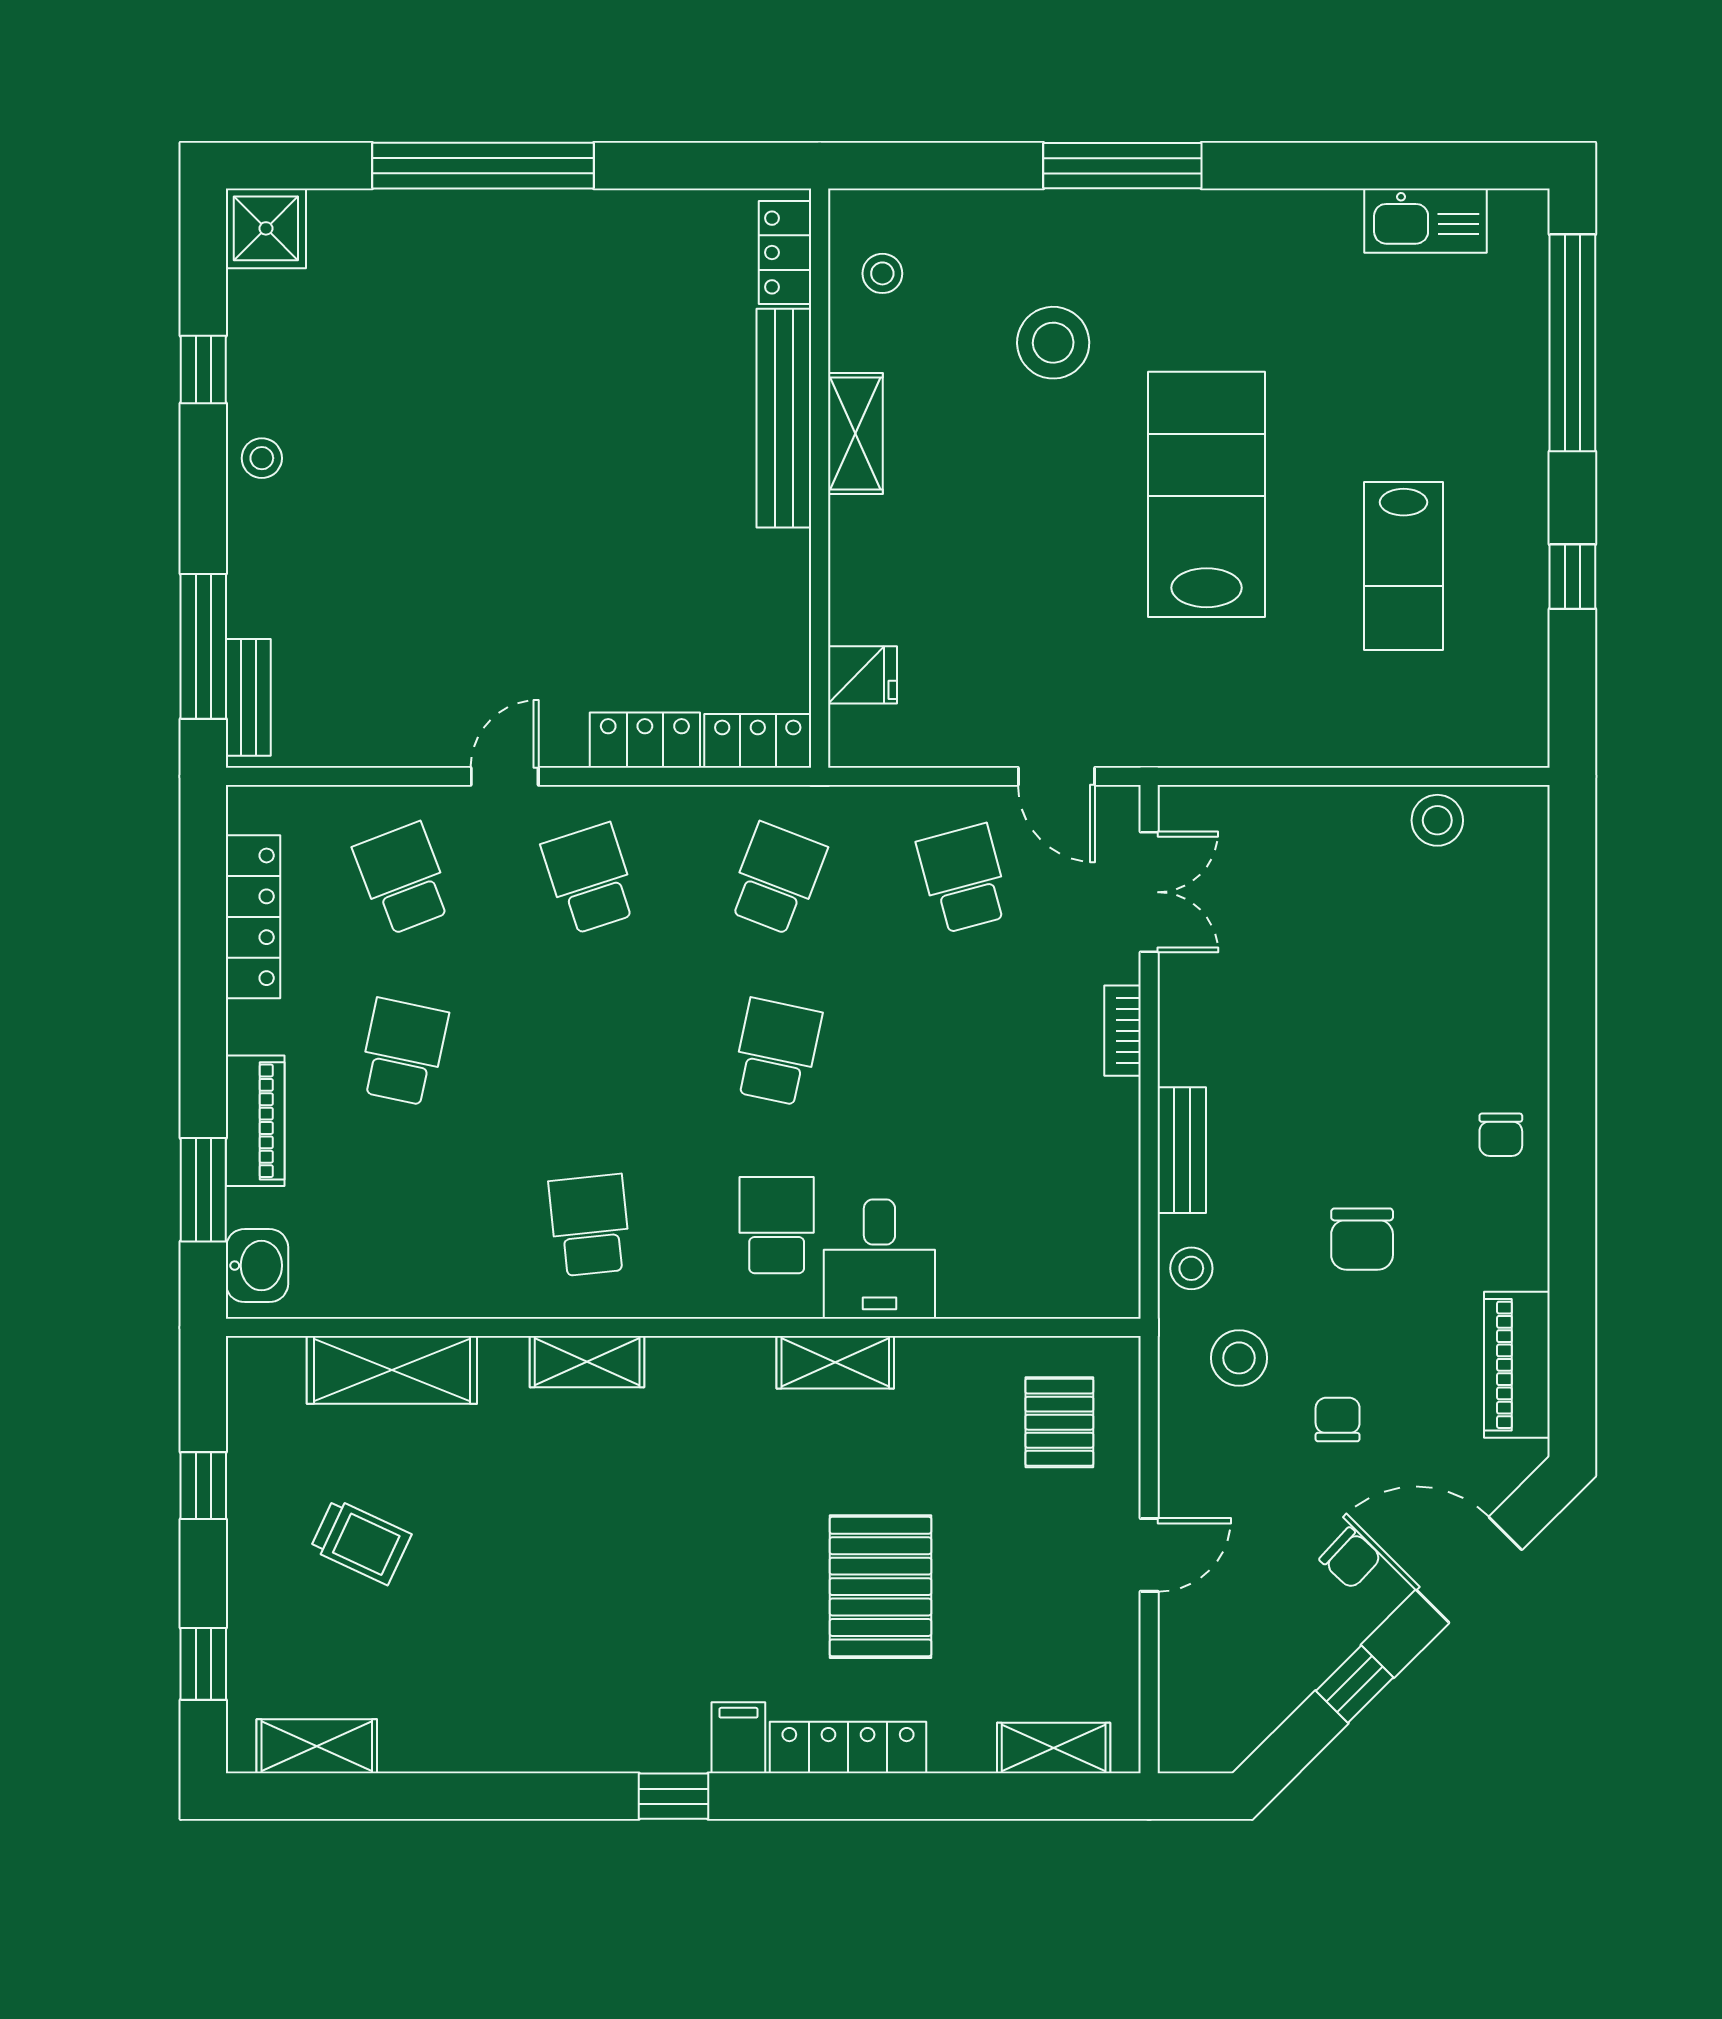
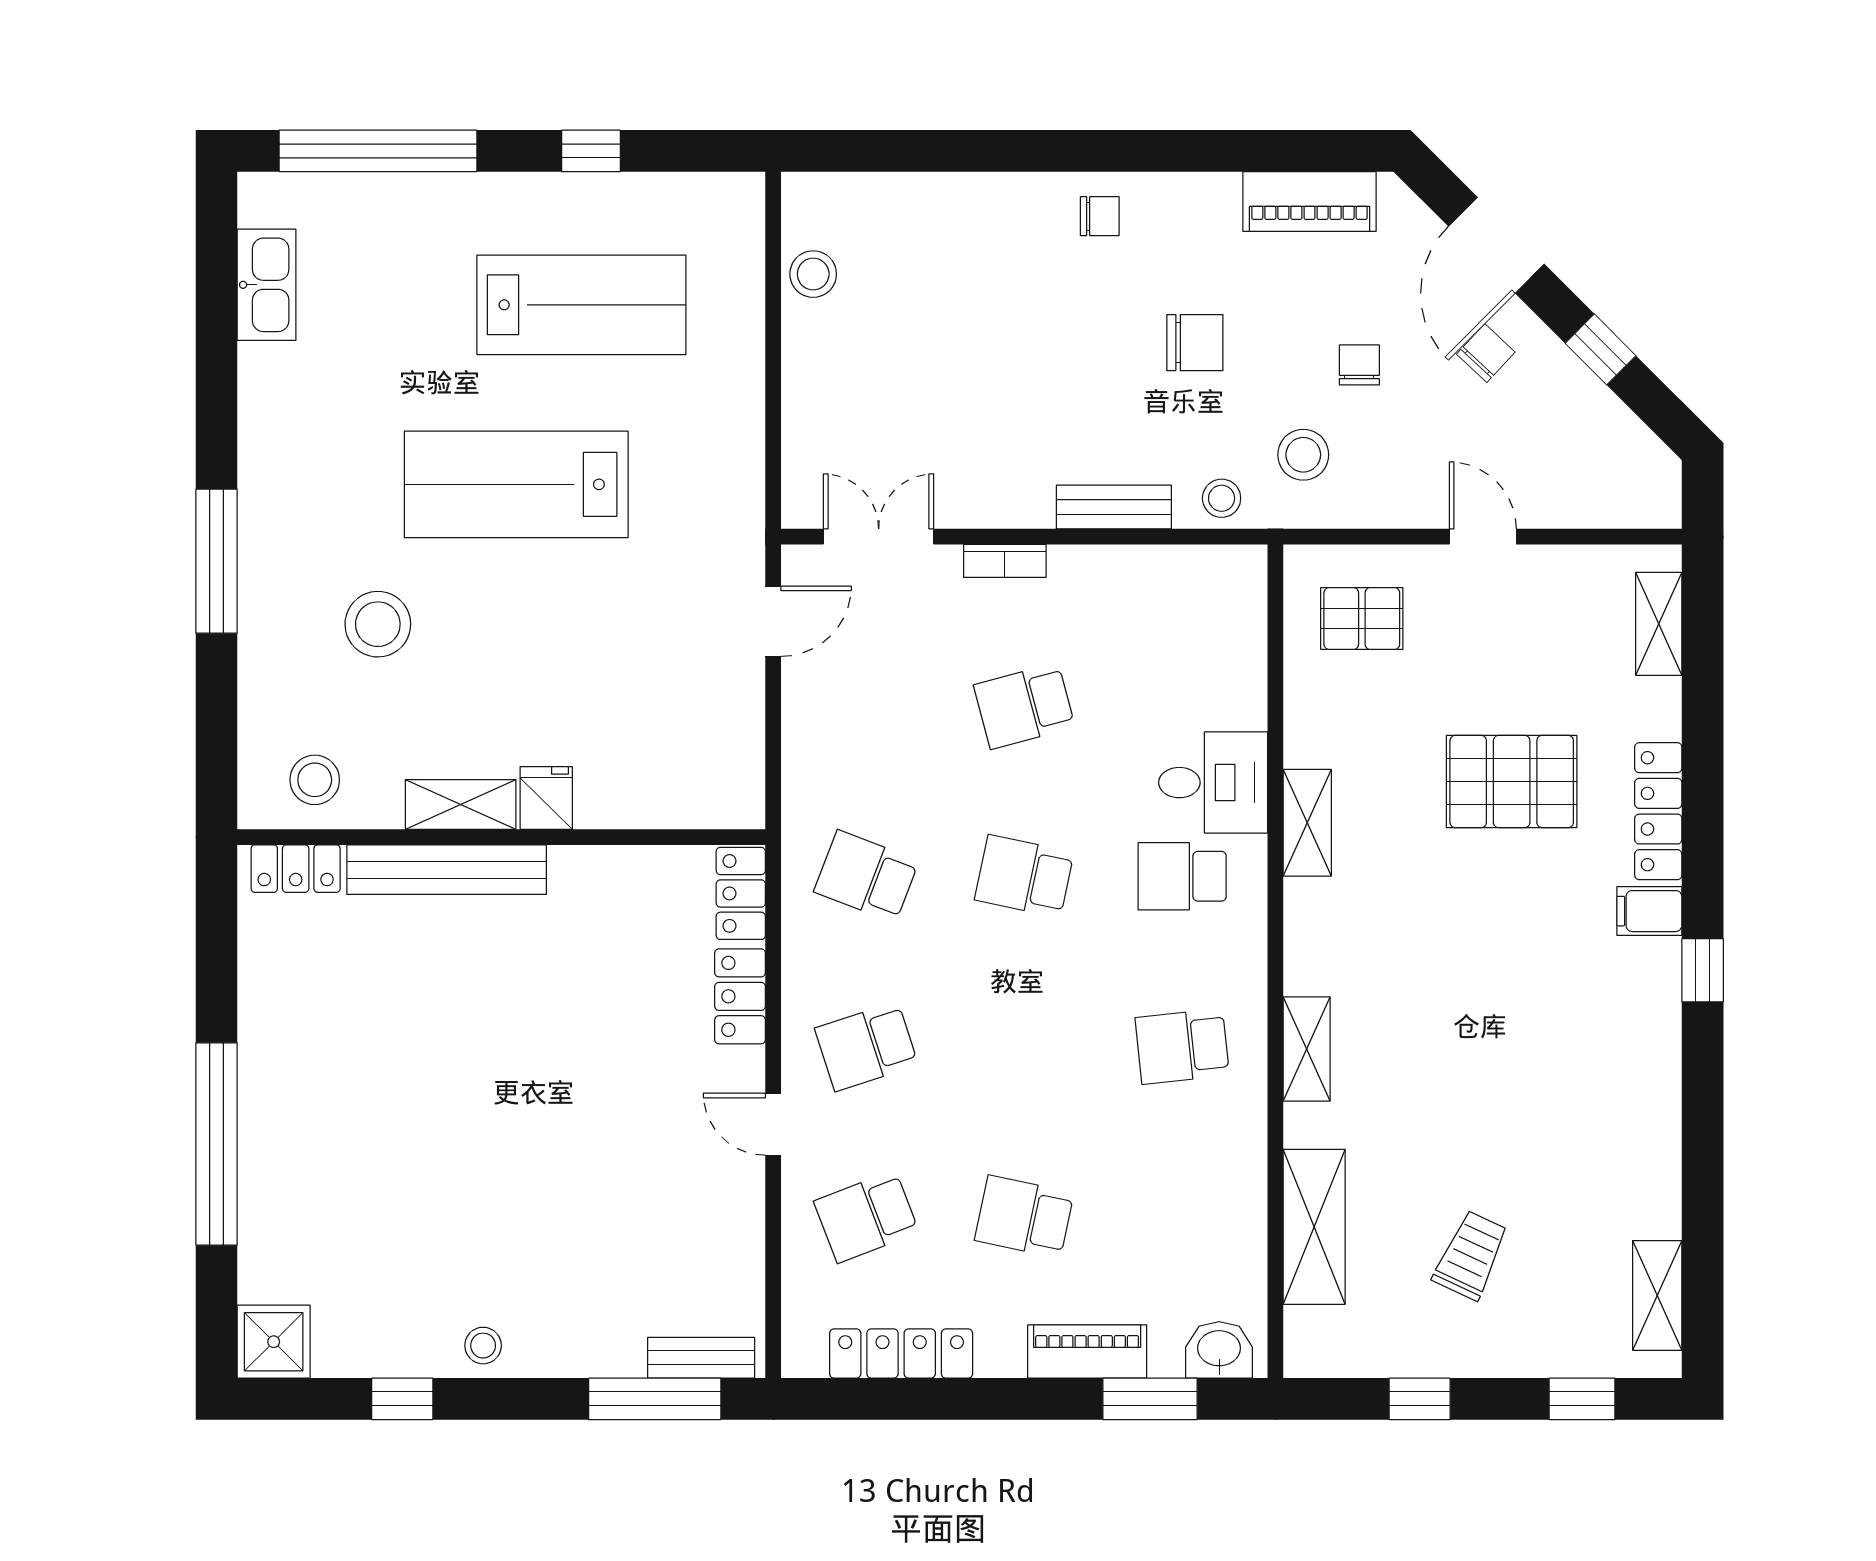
stool: (882, 273) -> (315, 780), width x1.37, depth x1.37
lab bench: (1404, 566) -> (581, 305), width x1.36, depth x1.39
fridge: (862, 675) -> (546, 798), moved
school desk: (963, 879) -> (1024, 706), moved
chair: (1338, 1419) -> (1359, 365), turned 90

